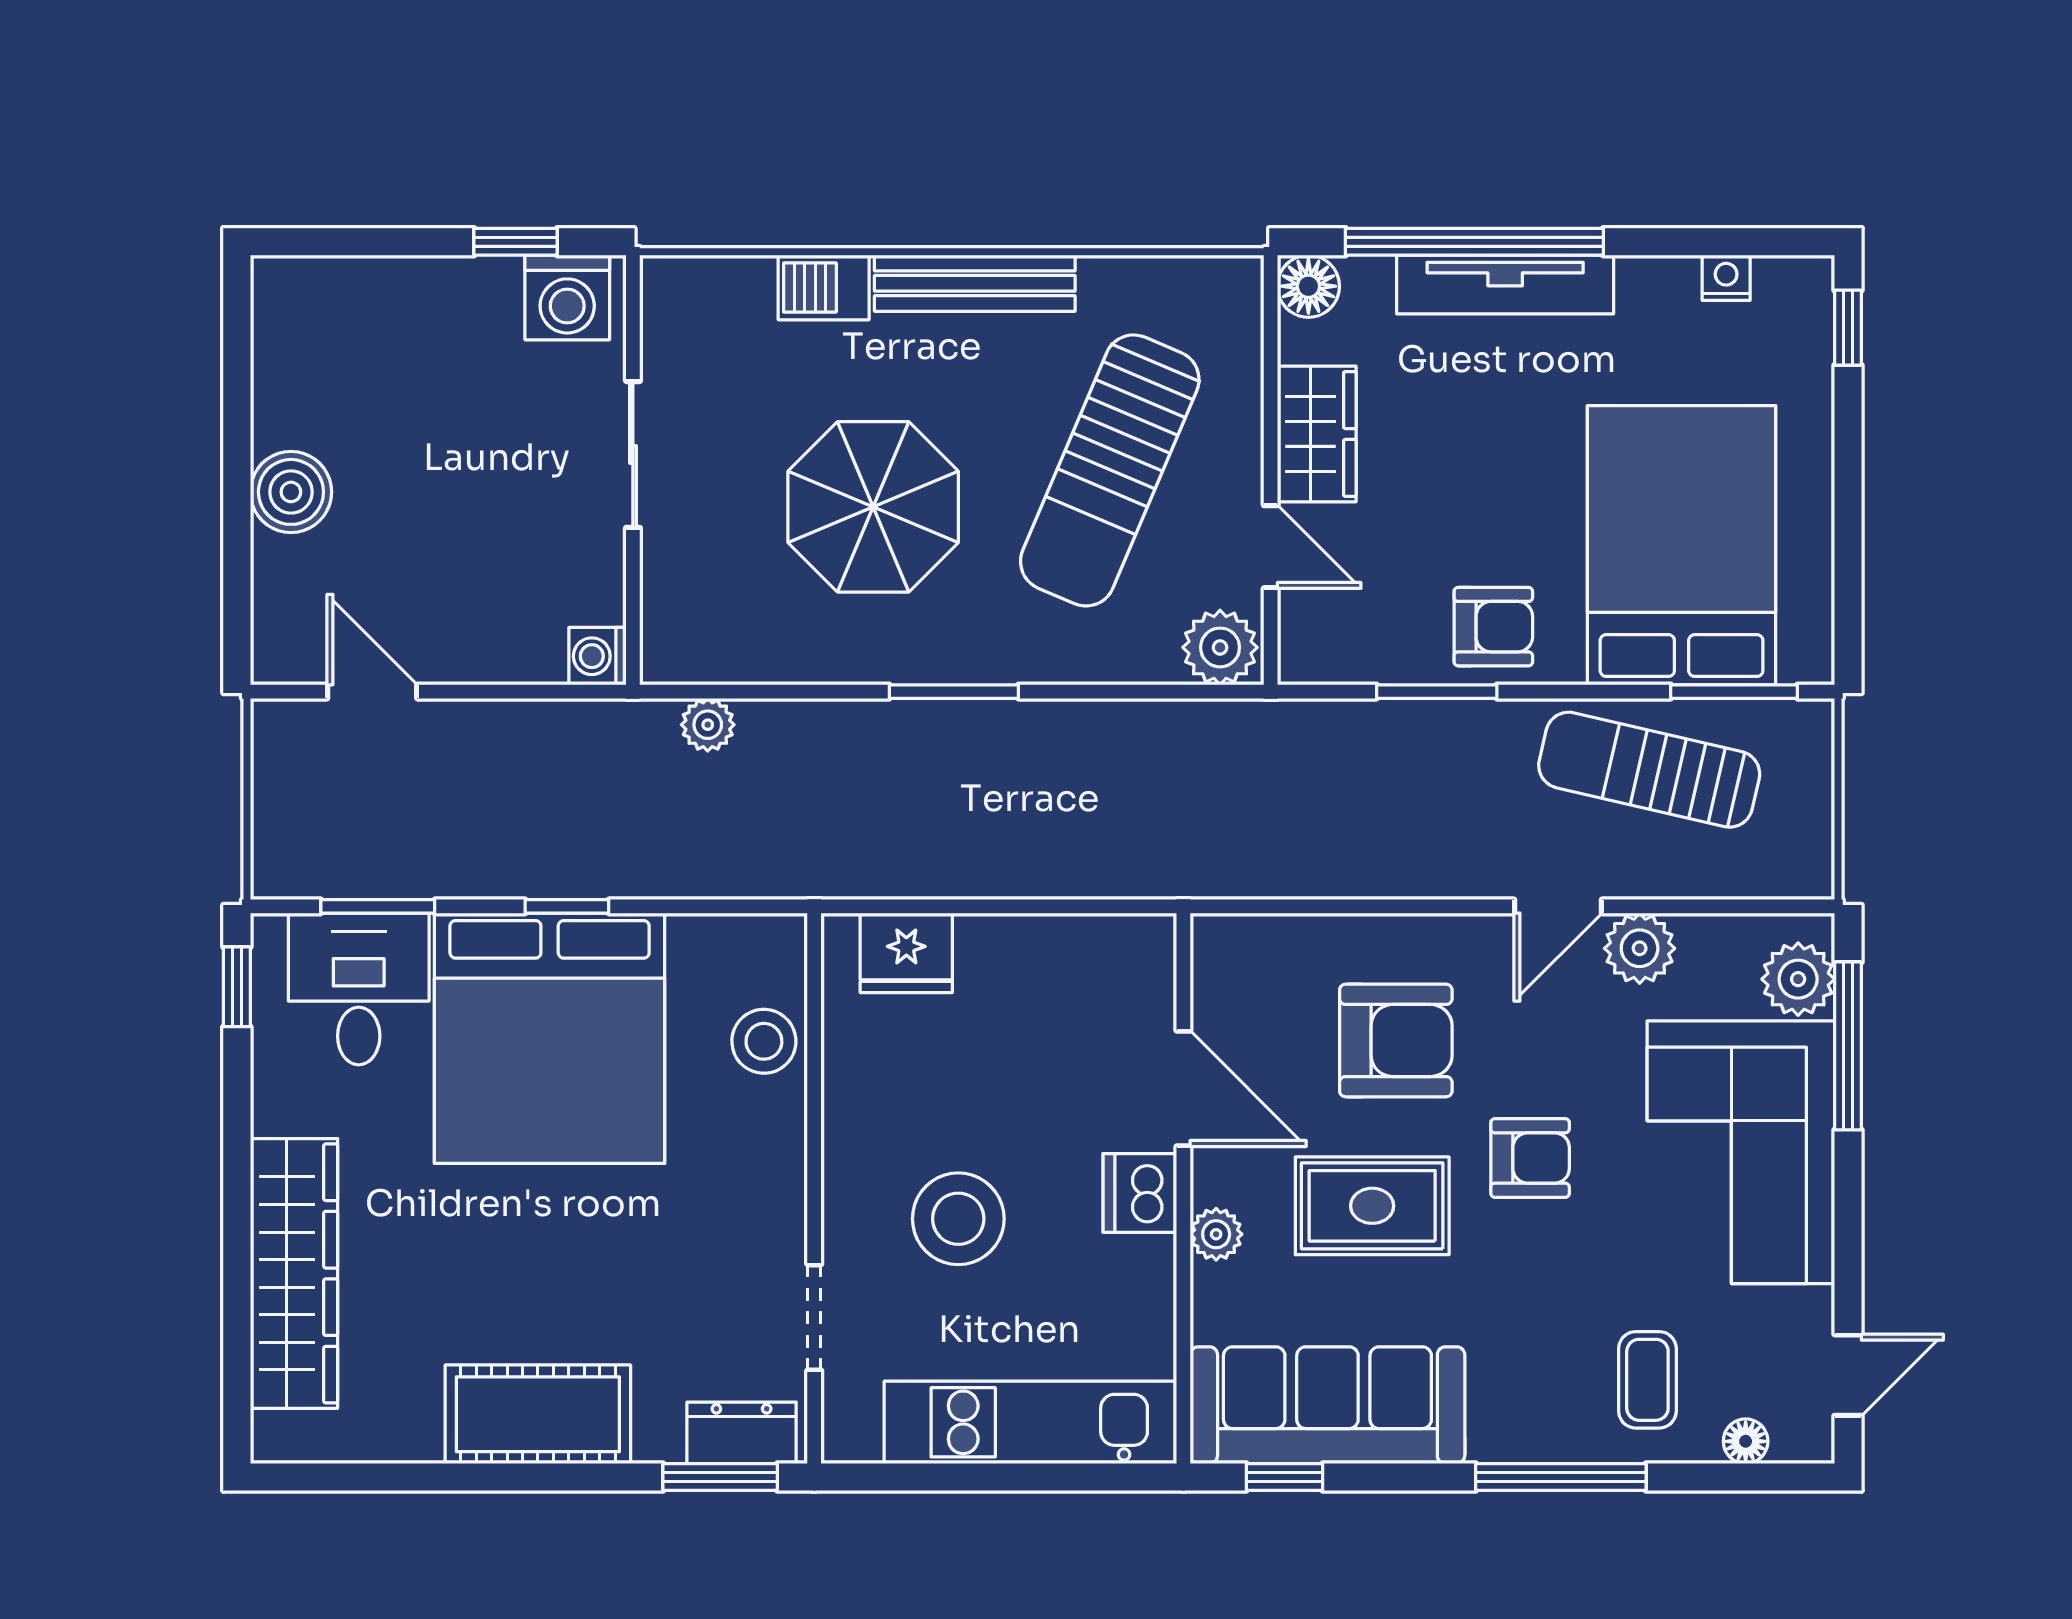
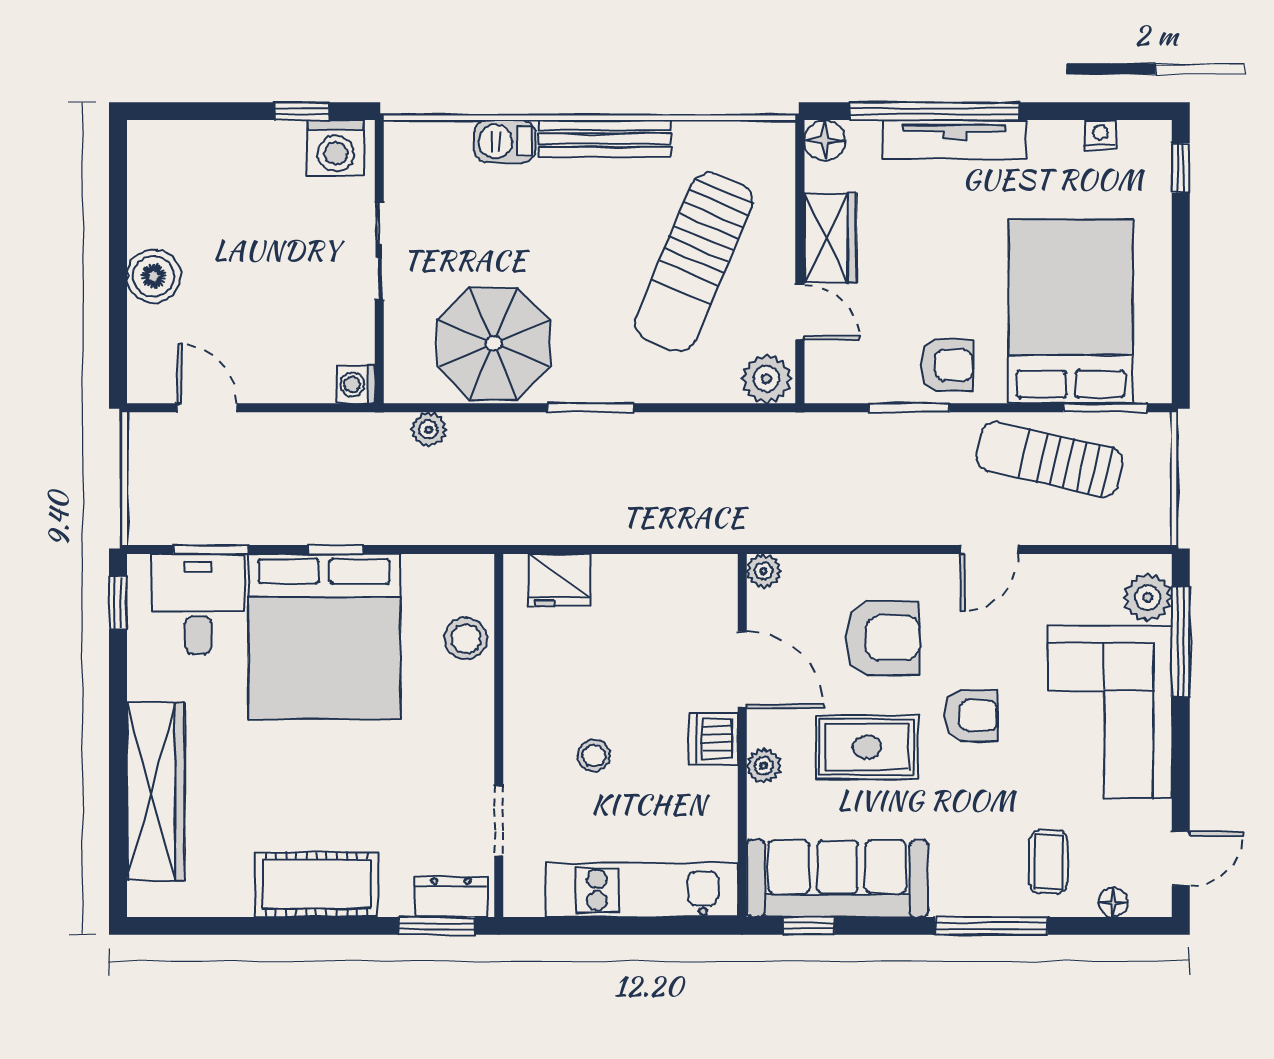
parasol: (873, 507) -> (494, 343), moved
plant: (1640, 948) -> (764, 571), moved, width x0.73, depth x0.73
stool: (958, 1219) -> (594, 756), width x0.53, depth x0.53

